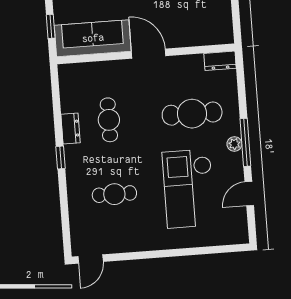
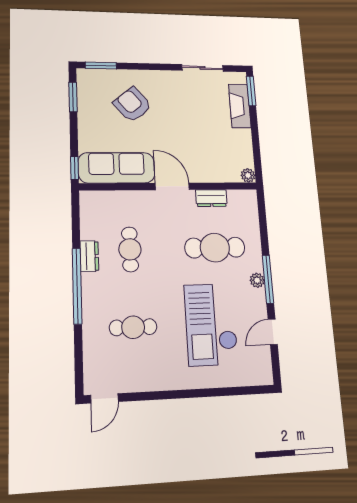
window: (51, 26) -> (75, 168), moved
plant: (226, 37) -> (248, 175), added
dresser: (220, 61) -> (211, 198), moved
window: (60, 157) -> (77, 286), width x3.17

